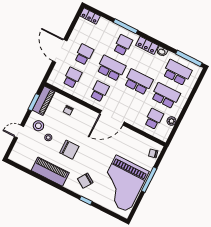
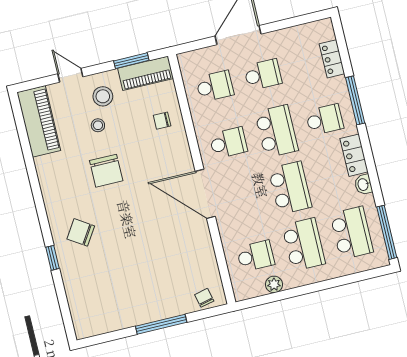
locker: (90, 16) -> (332, 59), moved
piano: (50, 172) -> (39, 121), moved
grand piano: (122, 184) -> (122, 290), removed

